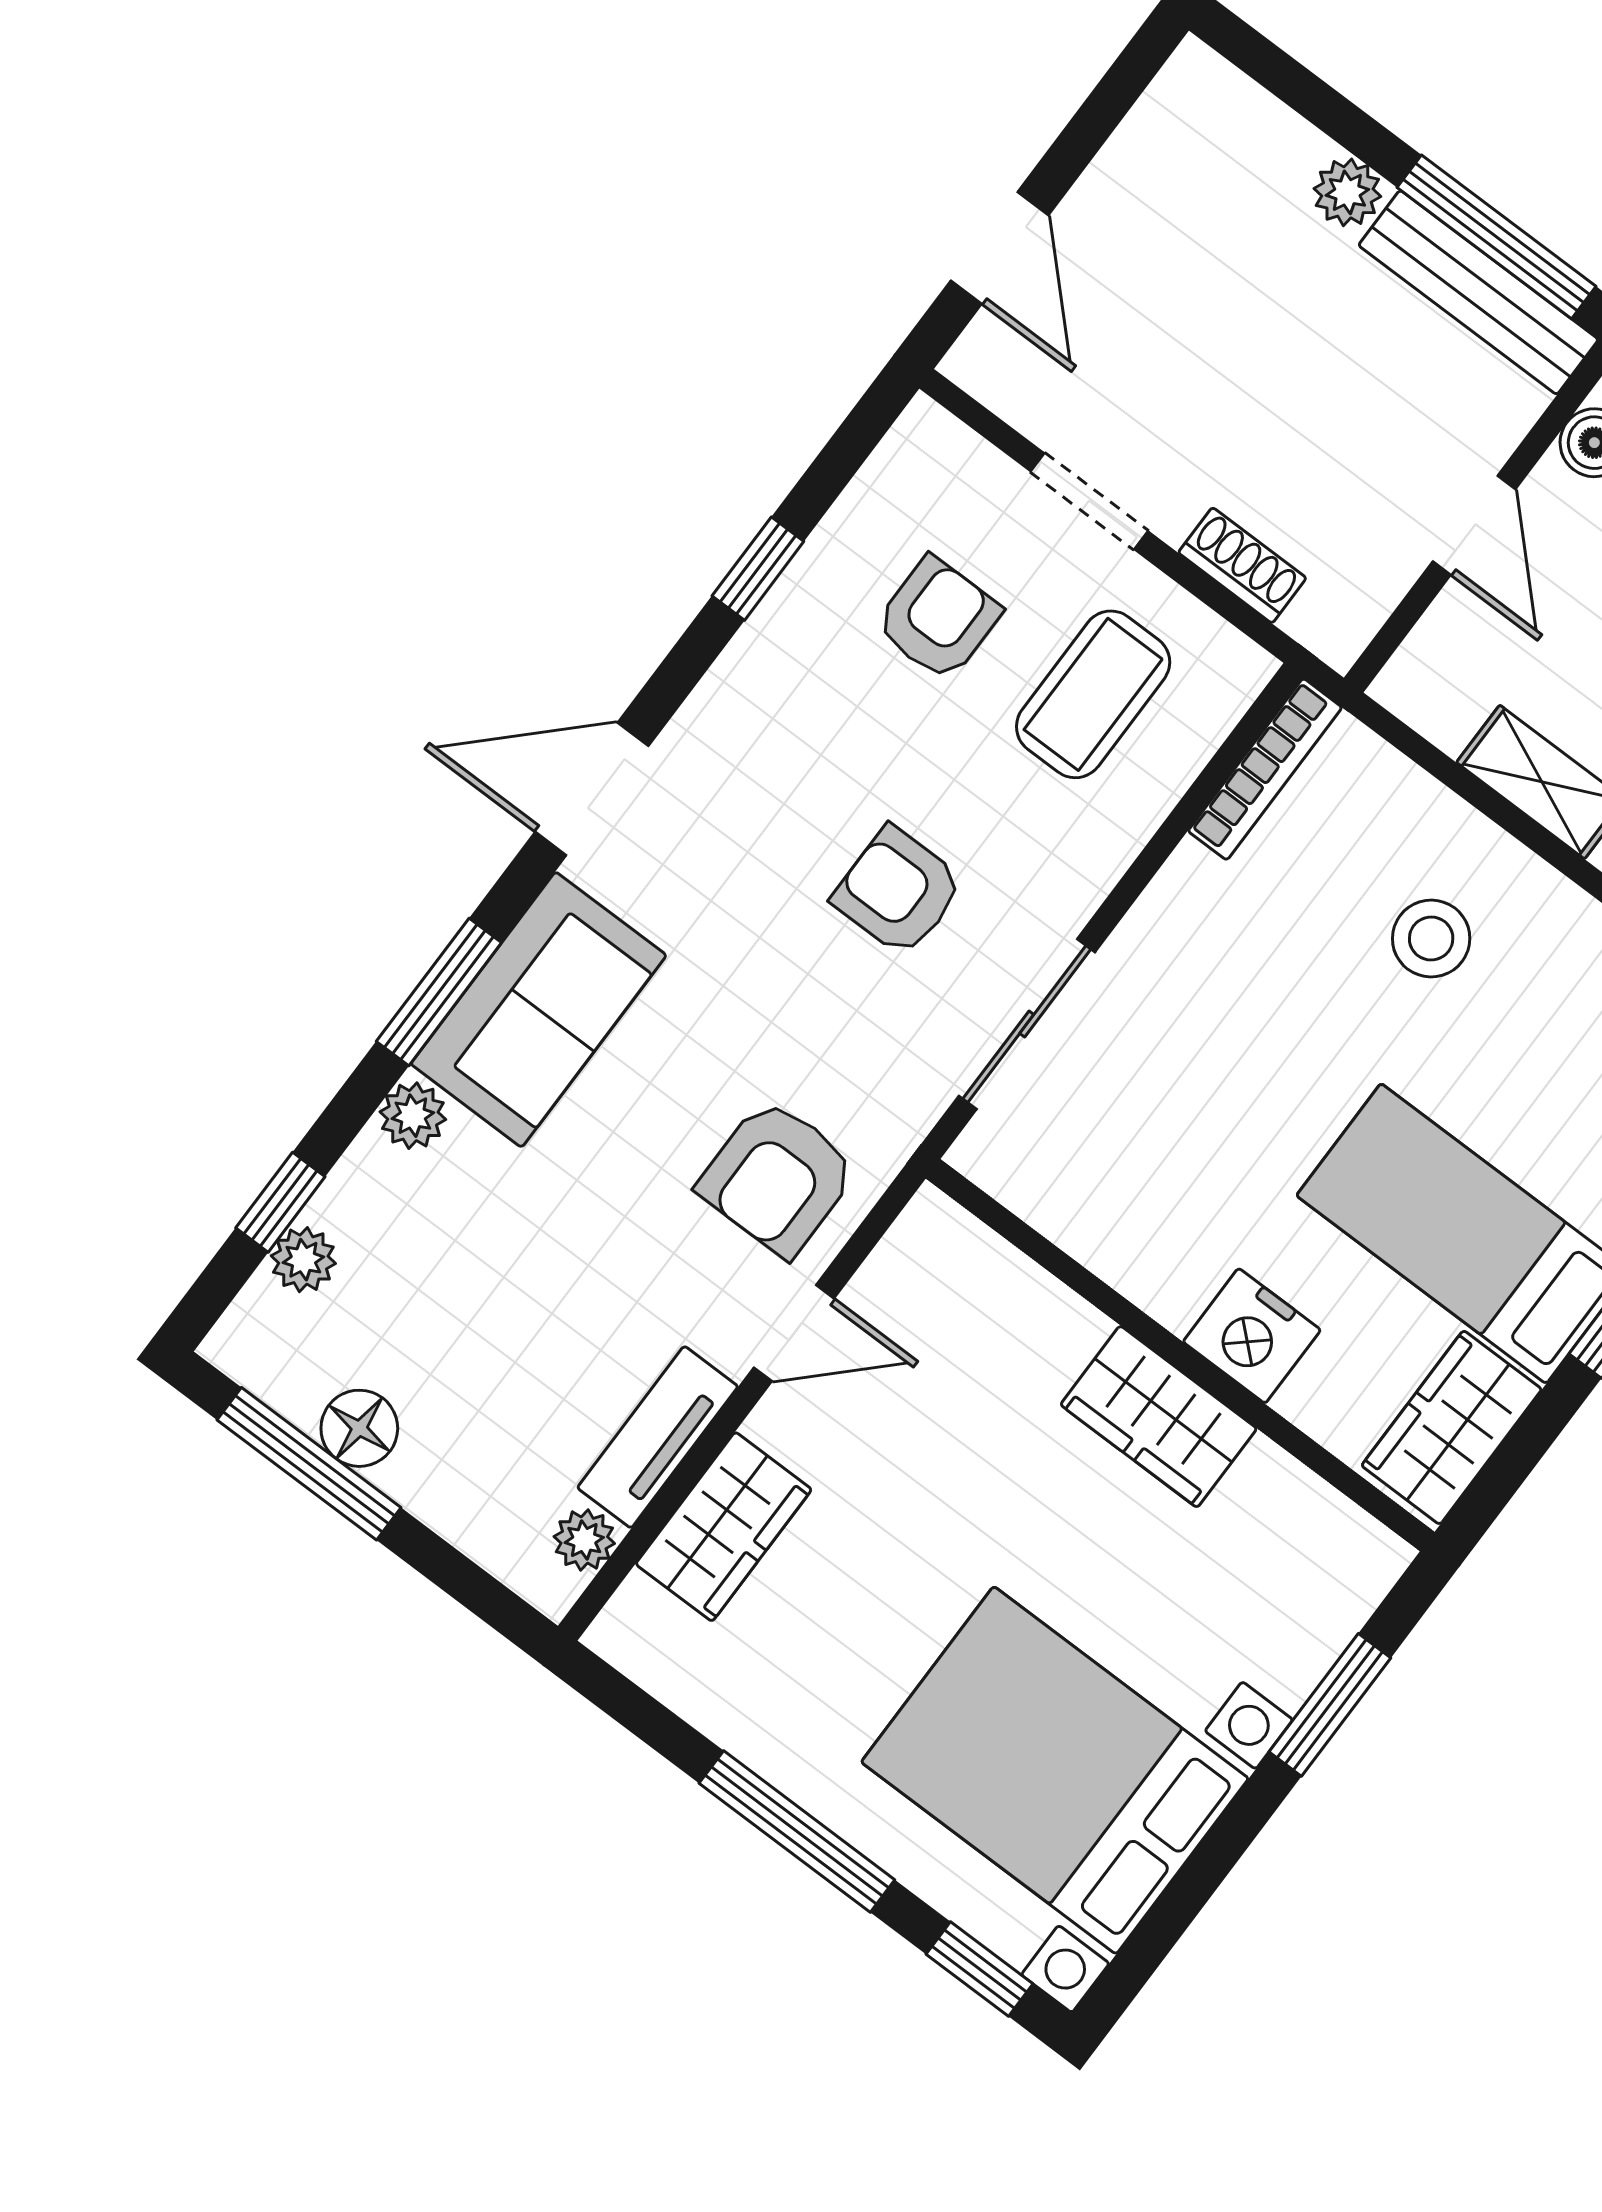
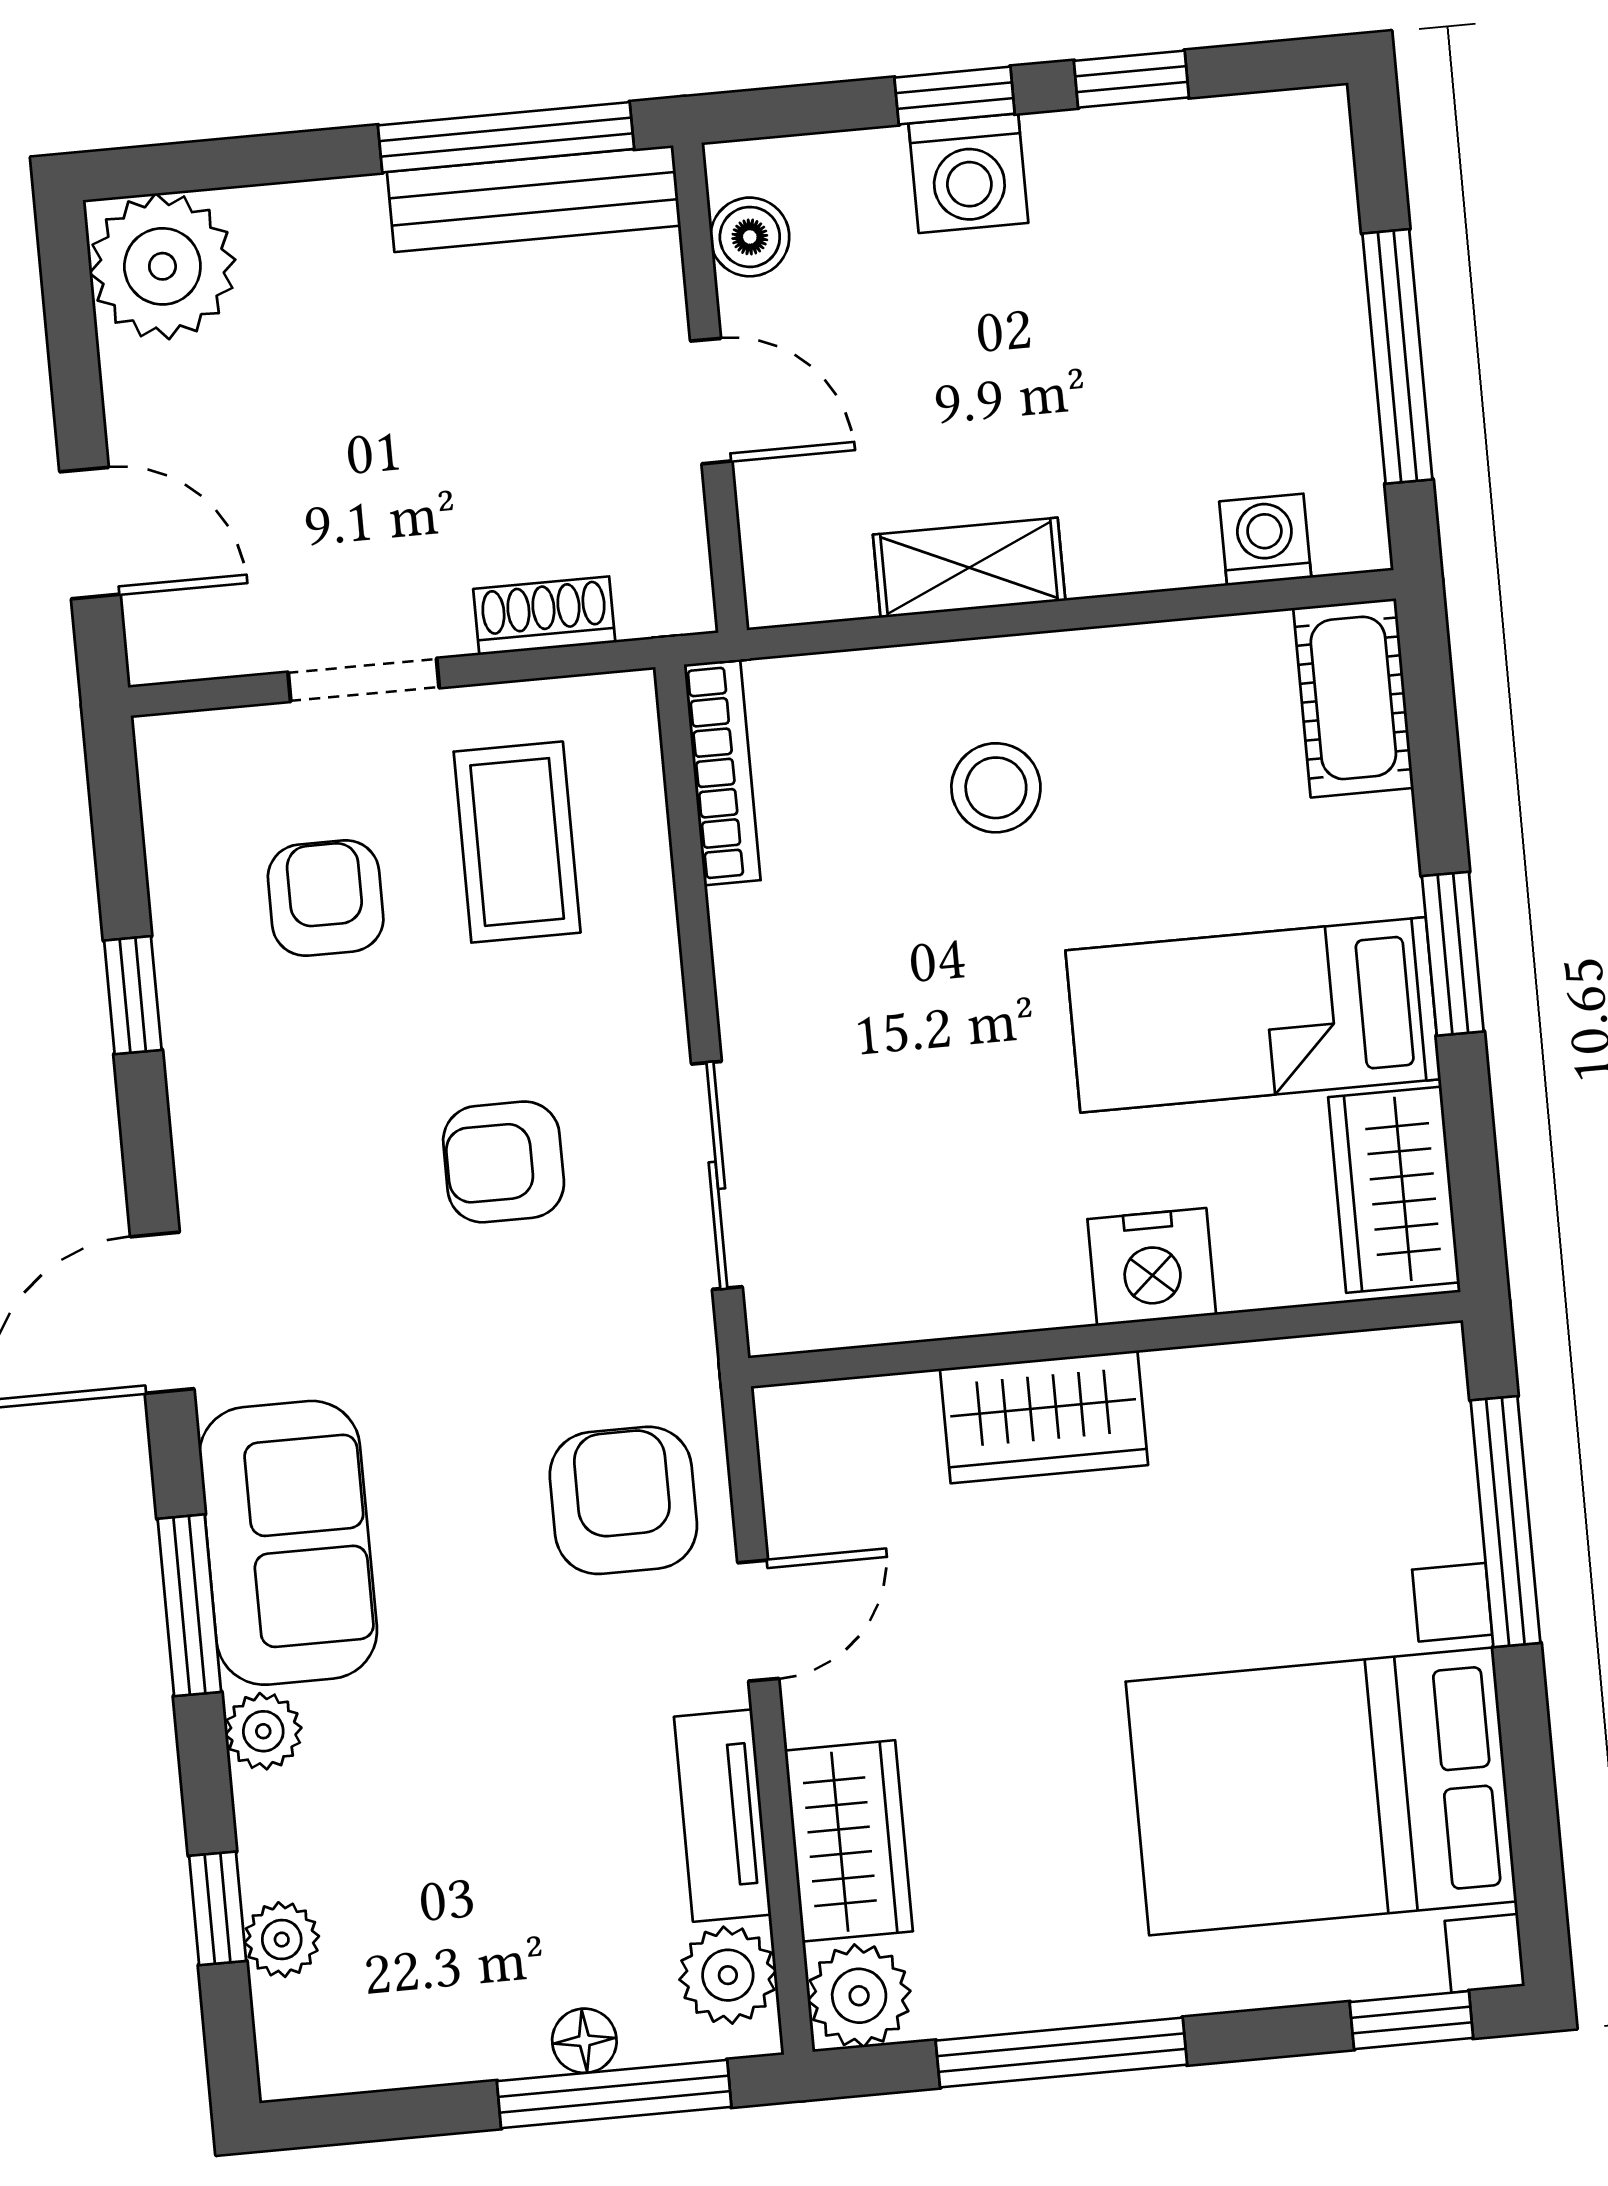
plant: (1347, 192) -> (162, 266), moved, width x1.88, depth x1.88
armchair: (778, 1178) -> (623, 1500), turned 180
wardrobe: (1159, 1417) -> (1044, 1417), moved
floor lamp: (359, 1428) -> (584, 2041), moved, width x0.73, depth x0.73
window: (309, 1464) -> (614, 2094), moved
plant: (584, 1540) -> (728, 1975), width x1.38, depth x1.38
plant: (640, 1632) -> (859, 1996), added
window: (1330, 1705) -> (1505, 1522), width x1.44
window: (797, 1832) -> (1061, 2053), moved

